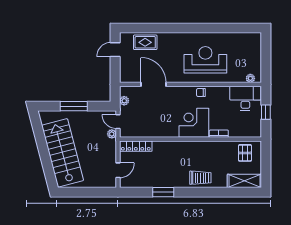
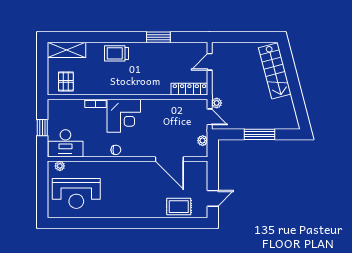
reception desk: (205, 60) -> (76, 193), moved
stairs: (63, 153) -> (275, 71), width x0.73, depth x0.66

